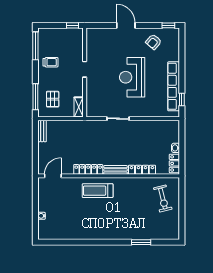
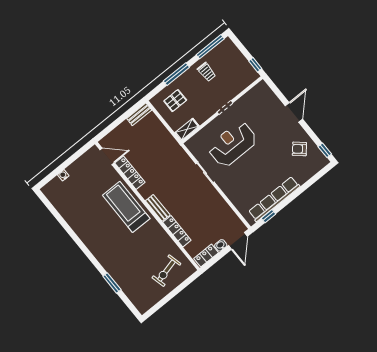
reception desk: (132, 77) -> (233, 144), moved
window: (35, 97) -> (176, 74), moved
door: (182, 134) -> (238, 241), added
locker: (88, 169) -> (130, 173), moved
treadmill: (98, 191) -> (126, 207), width x1.37, depth x1.38

